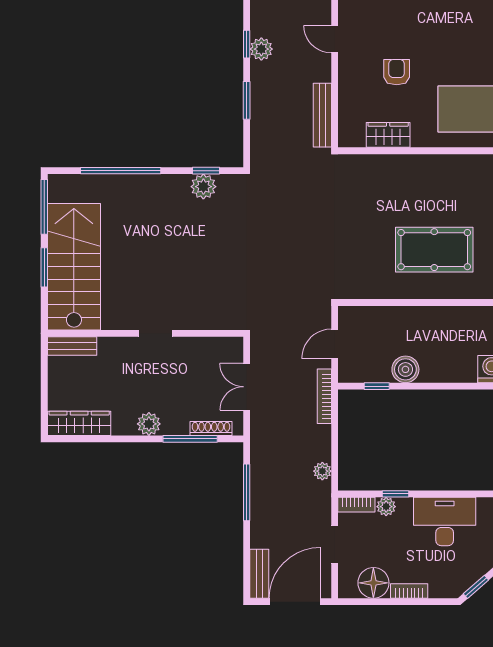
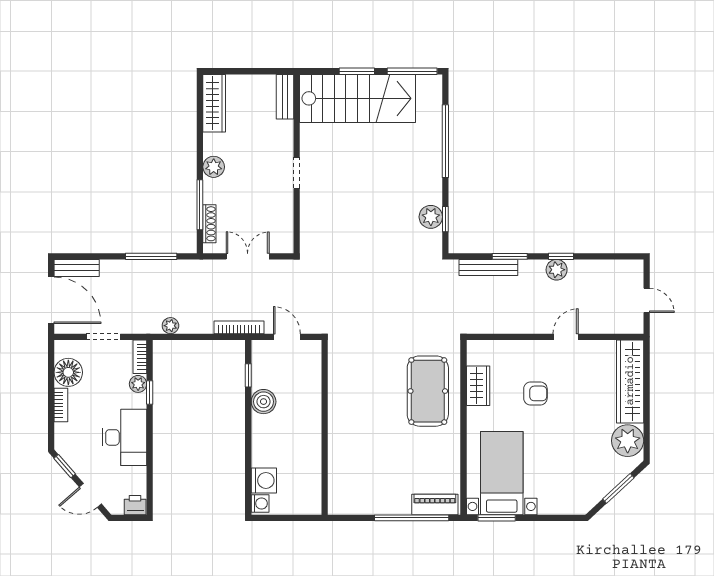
bench: (322, 115) -> (488, 268), moved
pool table: (434, 250) -> (428, 391), moved

